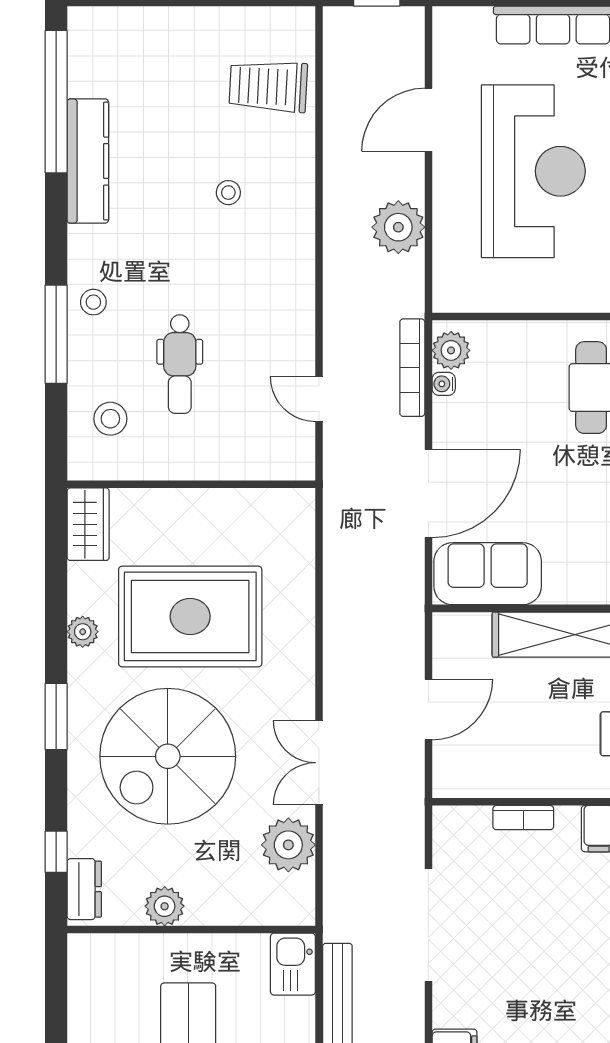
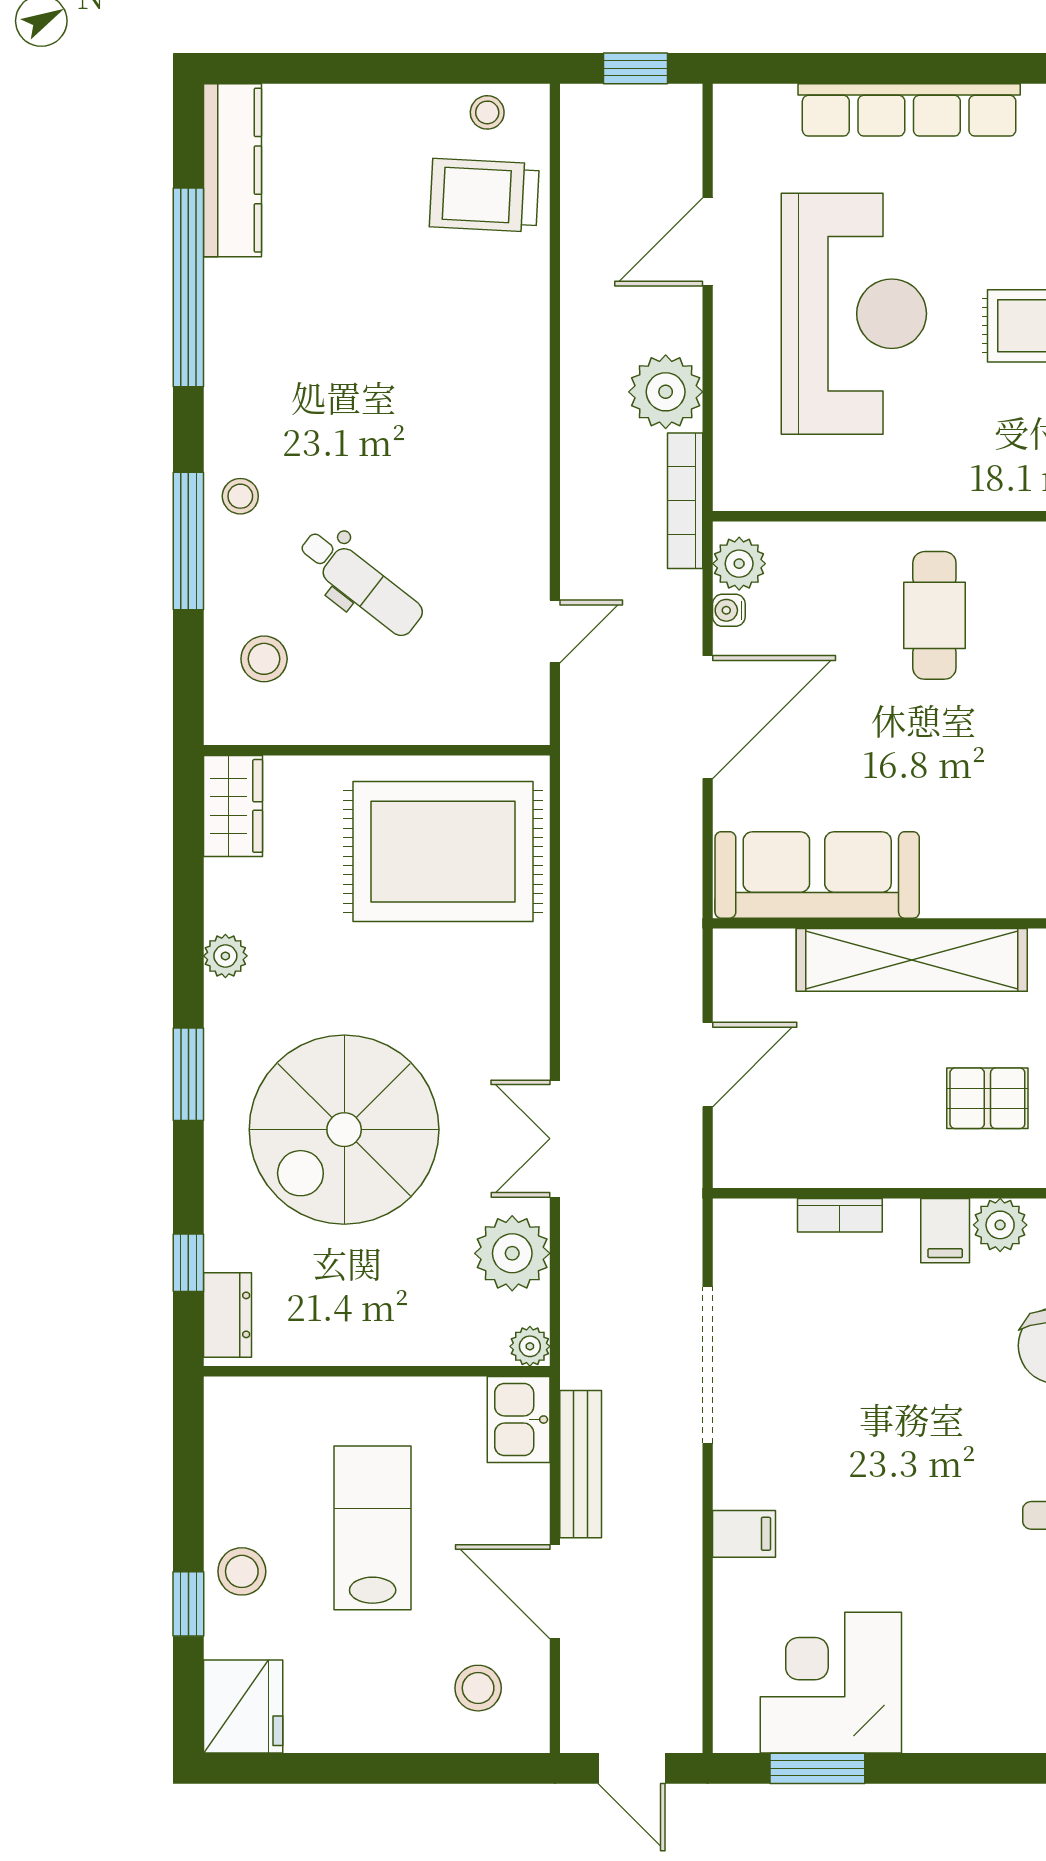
window: (56, 102) -> (188, 287), moved
kitchen counter: (88, 161) -> (233, 170), moved
stool: (228, 193) -> (487, 112), moved
dental chair: (180, 364) -> (361, 583), turned -52
bookcase: (412, 368) -> (685, 501), moved
door: (319, 399) -> (555, 631), swing flipped
door: (428, 494) -> (708, 717), moved
sofa: (488, 574) -> (817, 875), width x1.36
rug: (190, 616) -> (443, 852), moved
plant: (165, 906) -> (530, 1346), moved, width x0.73, depth x0.73

